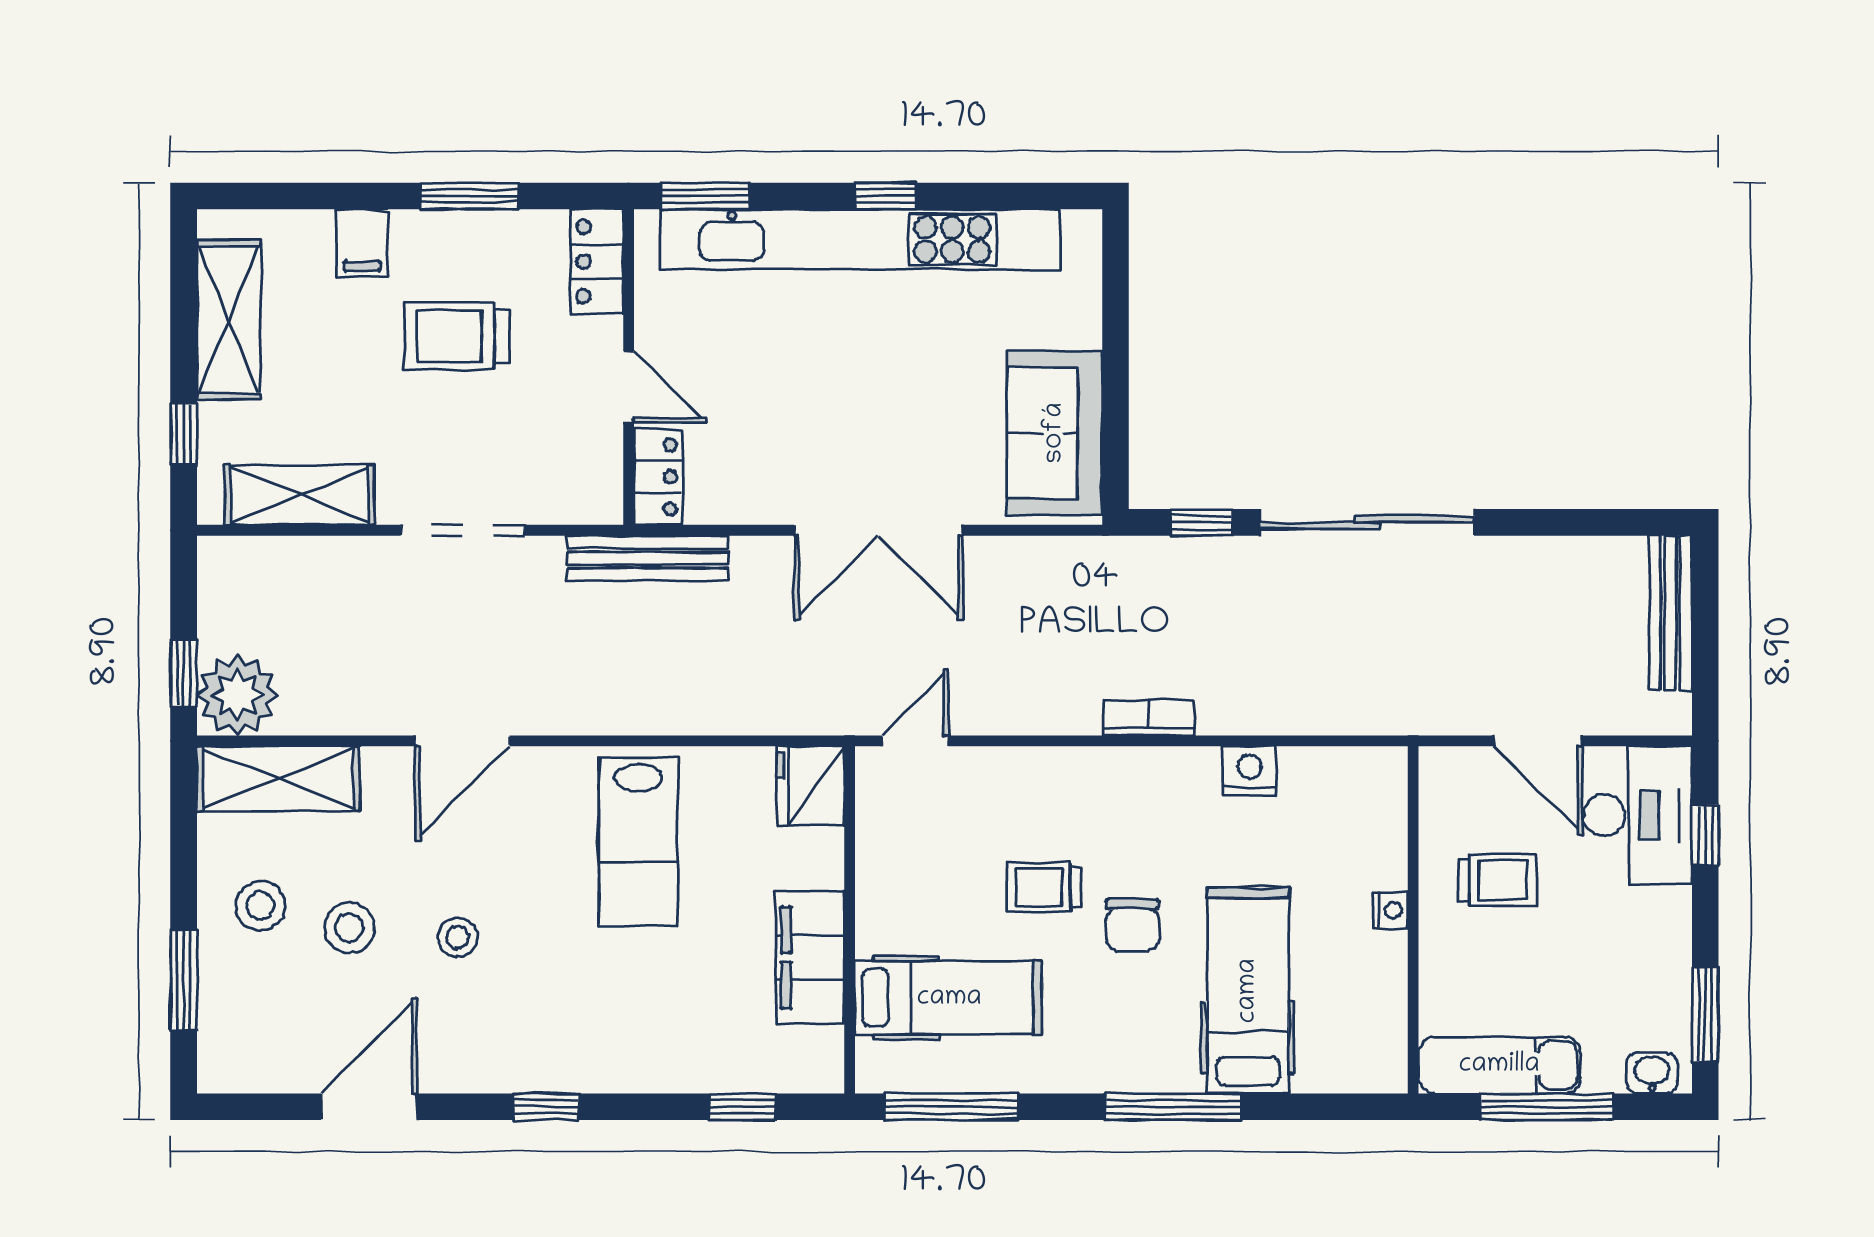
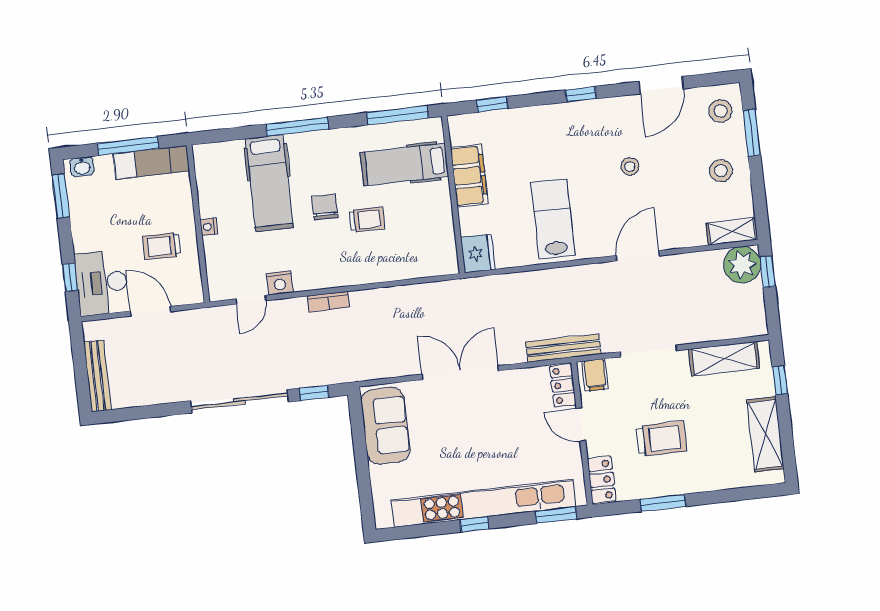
filing cabinet: (362, 243) -> (595, 375), moved, turned 180
door: (915, 741) -> (251, 300), moved
shelving: (278, 779) -> (732, 231), width x0.67, depth x0.75
stool: (349, 928) -> (721, 111), moved

